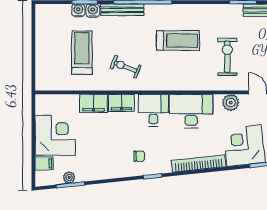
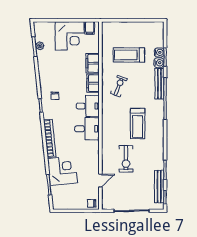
treadmill: (82, 53) -> (129, 55), turned 180
exercise bike: (227, 57) -> (126, 159), turned 90
plant: (231, 103) -> (93, 161), removed
desk: (191, 111) -> (87, 129), width x0.73
filing cabinet: (44, 163) -> (90, 28), moved

